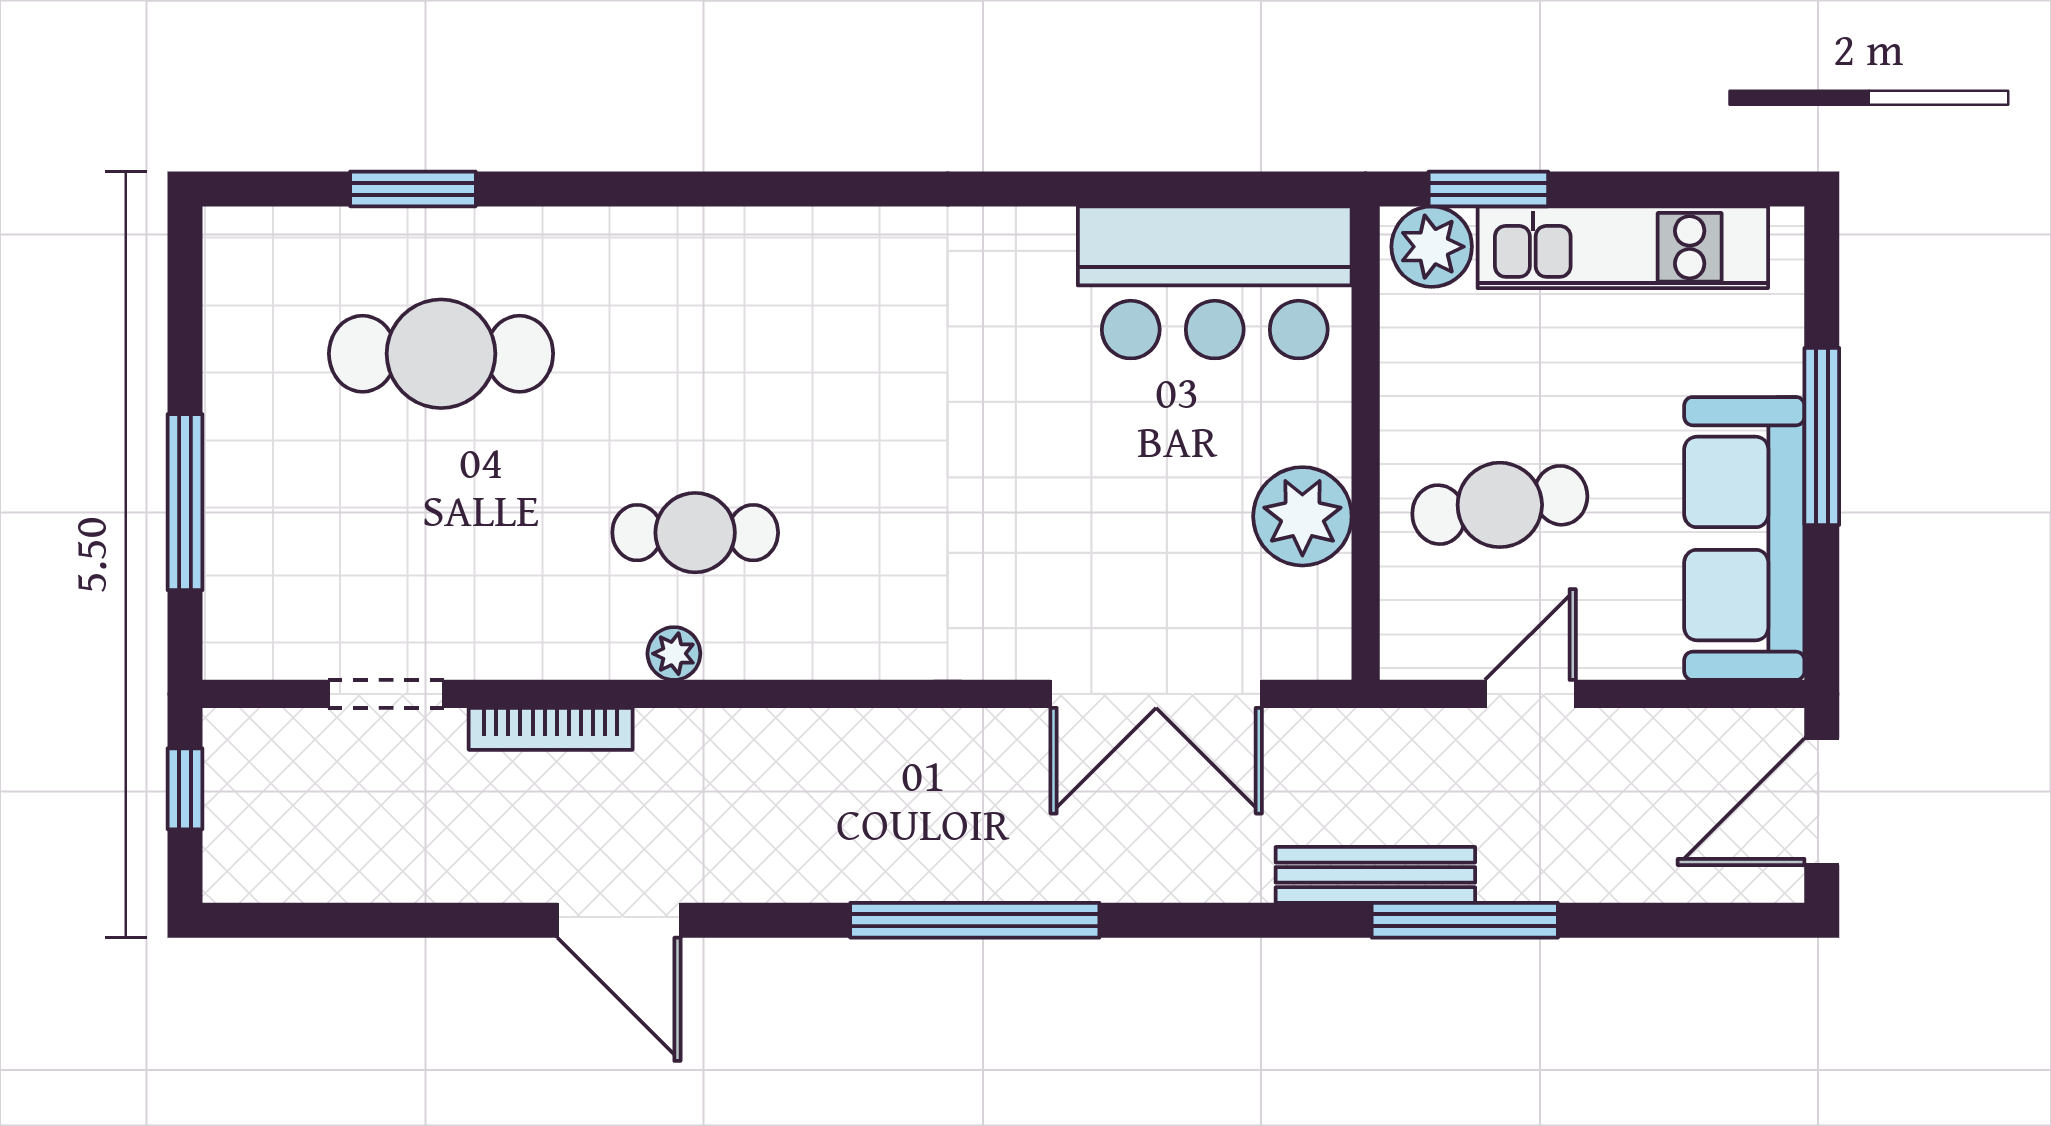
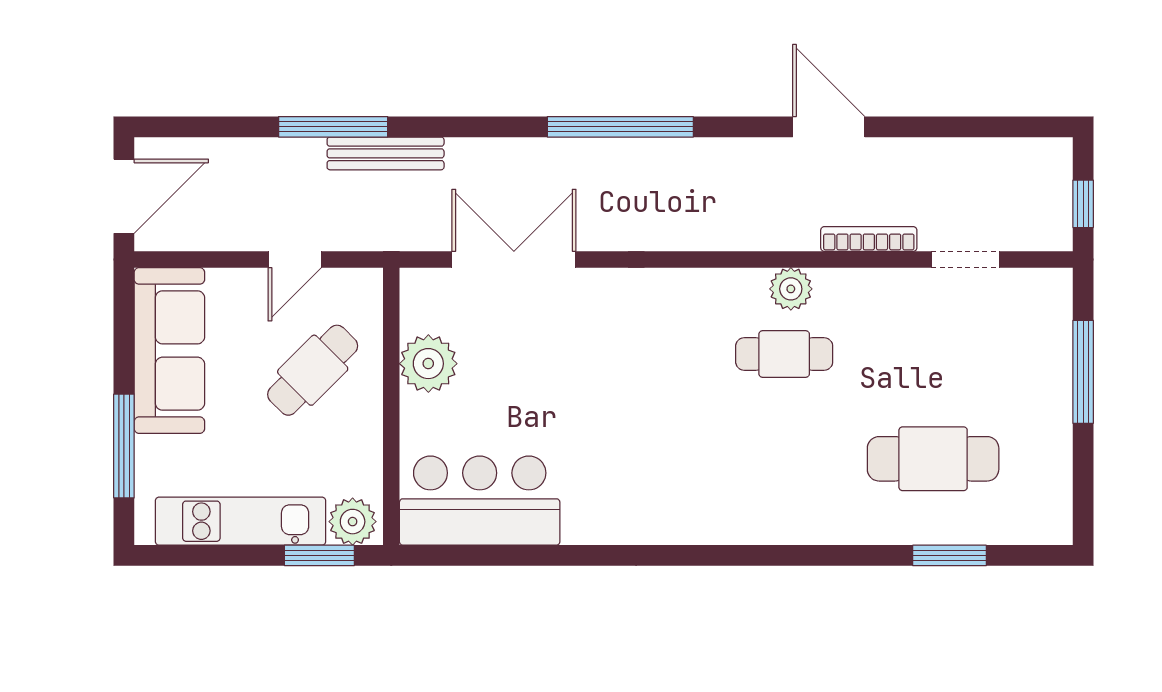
window: (1822, 436) -> (124, 446), moved
cafe table: (1500, 505) -> (313, 370), turned -36
plant: (674, 654) -> (791, 289), width x1.38, depth x1.38

